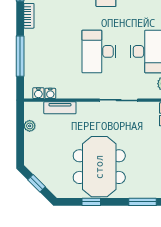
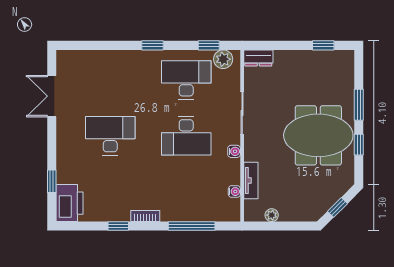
water cooler: (38, 93) -> (234, 151), moved
window: (143, 202) -> (359, 105), moved

